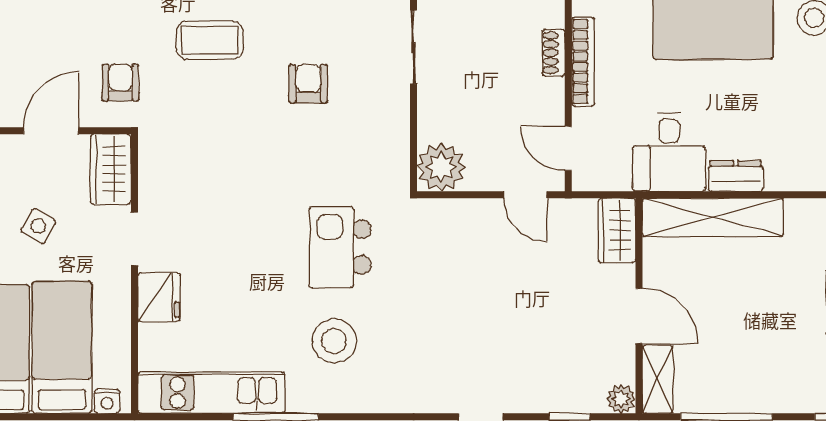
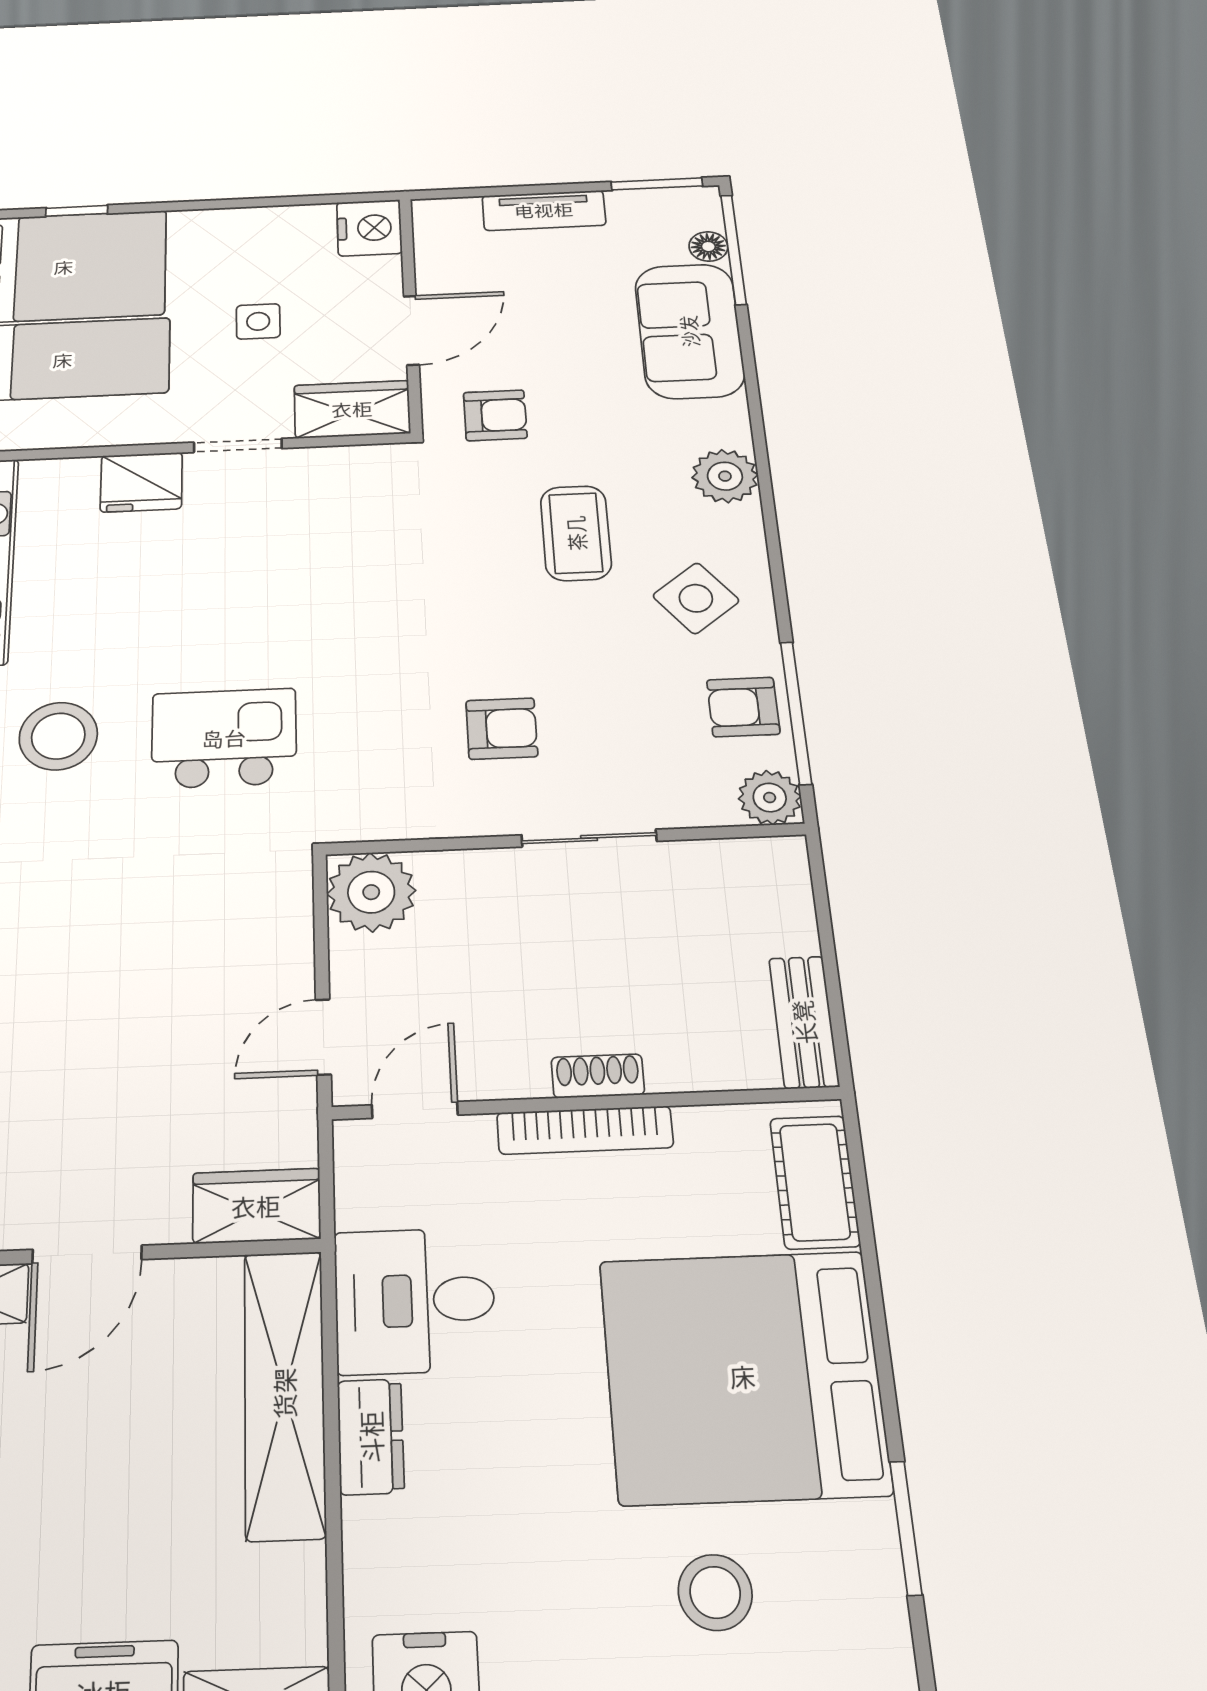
armchair: (308, 84) -> (502, 729), moved
door: (51, 131) -> (411, 330), hinge flipped
side table: (38, 226) -> (258, 321), turned -31

